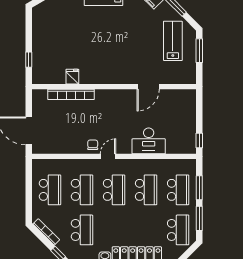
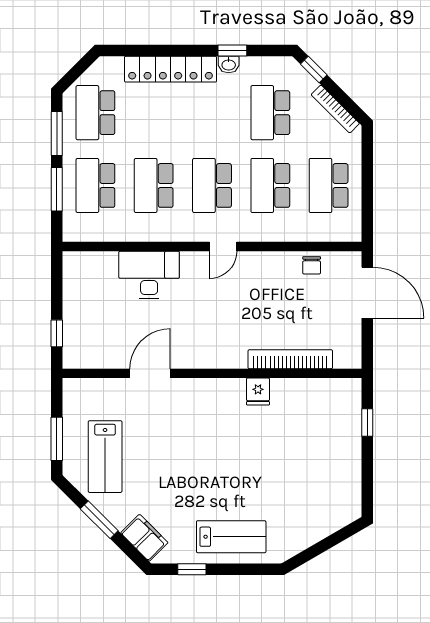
fridge: (72, 77) -> (258, 392), moved
window: (199, 141) -> (57, 333), moved
chair: (93, 145) -> (312, 265), moved

